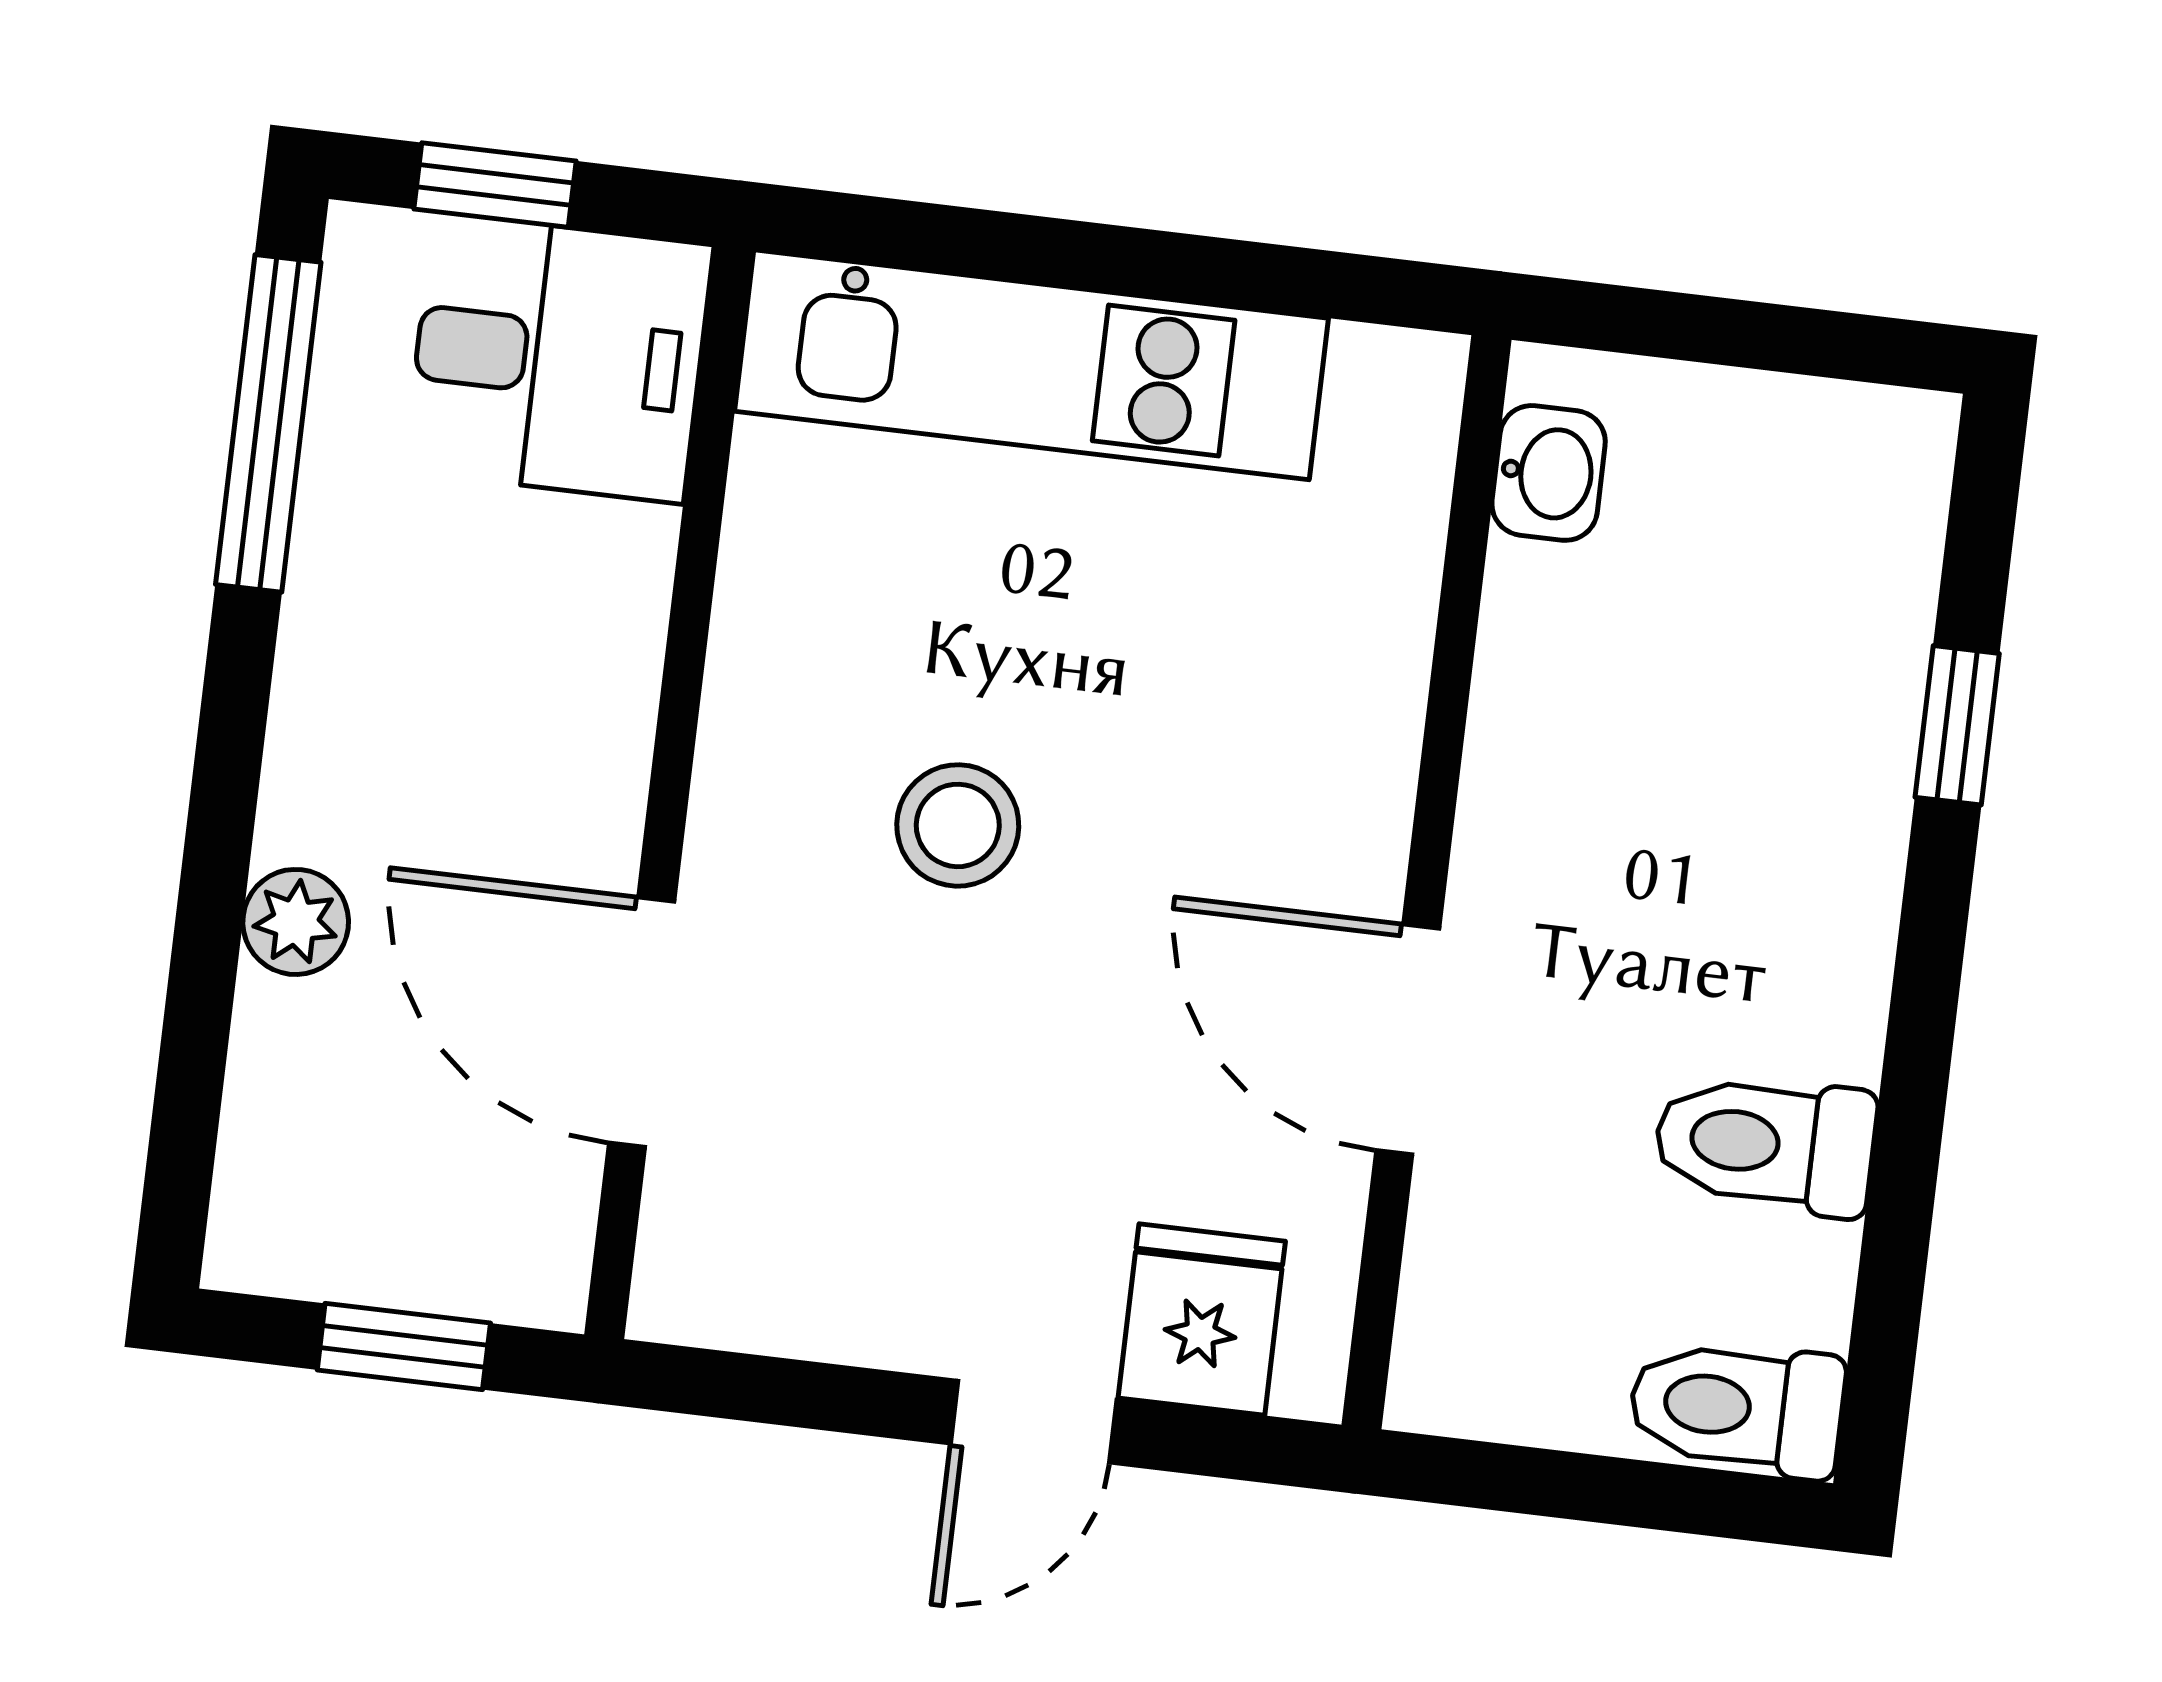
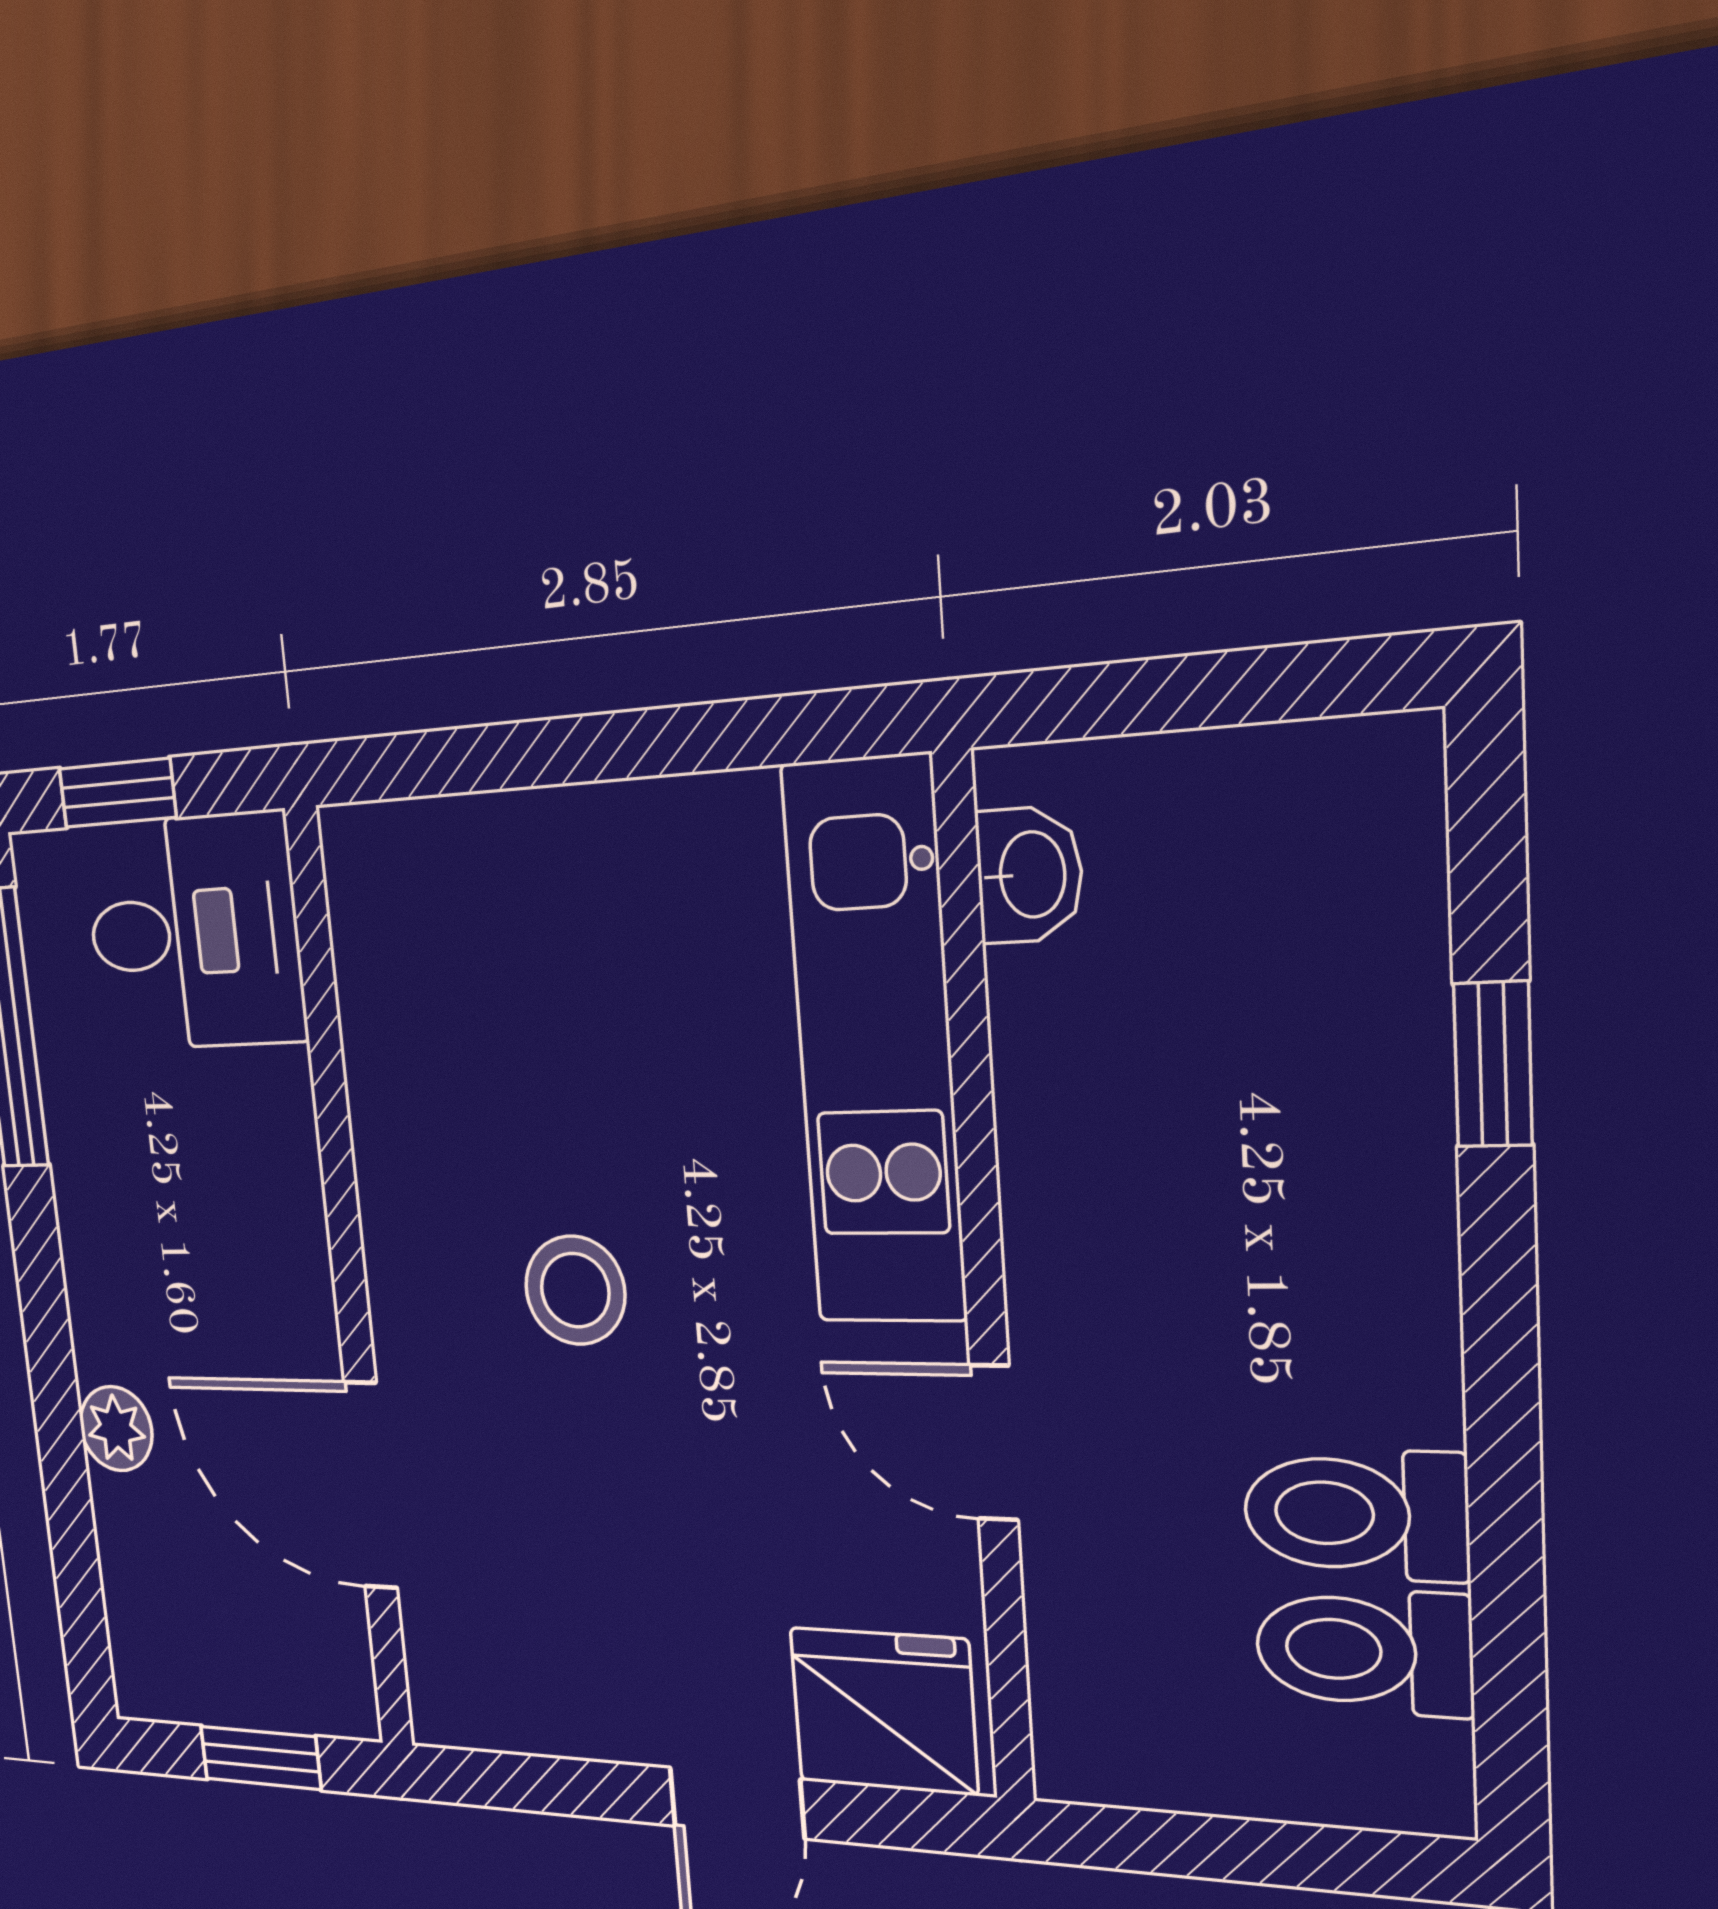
kitchen unit: (1032, 365) -> (875, 1044), moved, turned 90
door: (1408, 1040) -> (994, 1443), width x0.73
fridge: (1202, 1320) -> (884, 1711), width x1.38
toilet: (1737, 1408) -> (1364, 1651), moved

